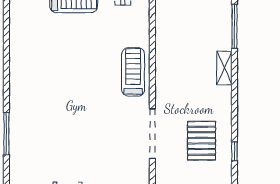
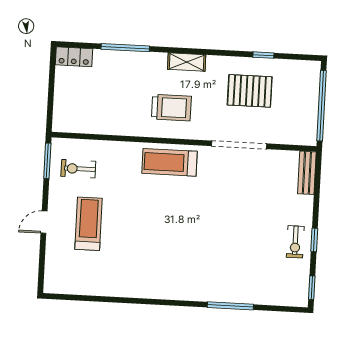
shelving: (224, 68) -> (187, 62), moved
trolley: (183, 71) -> (171, 108), added

